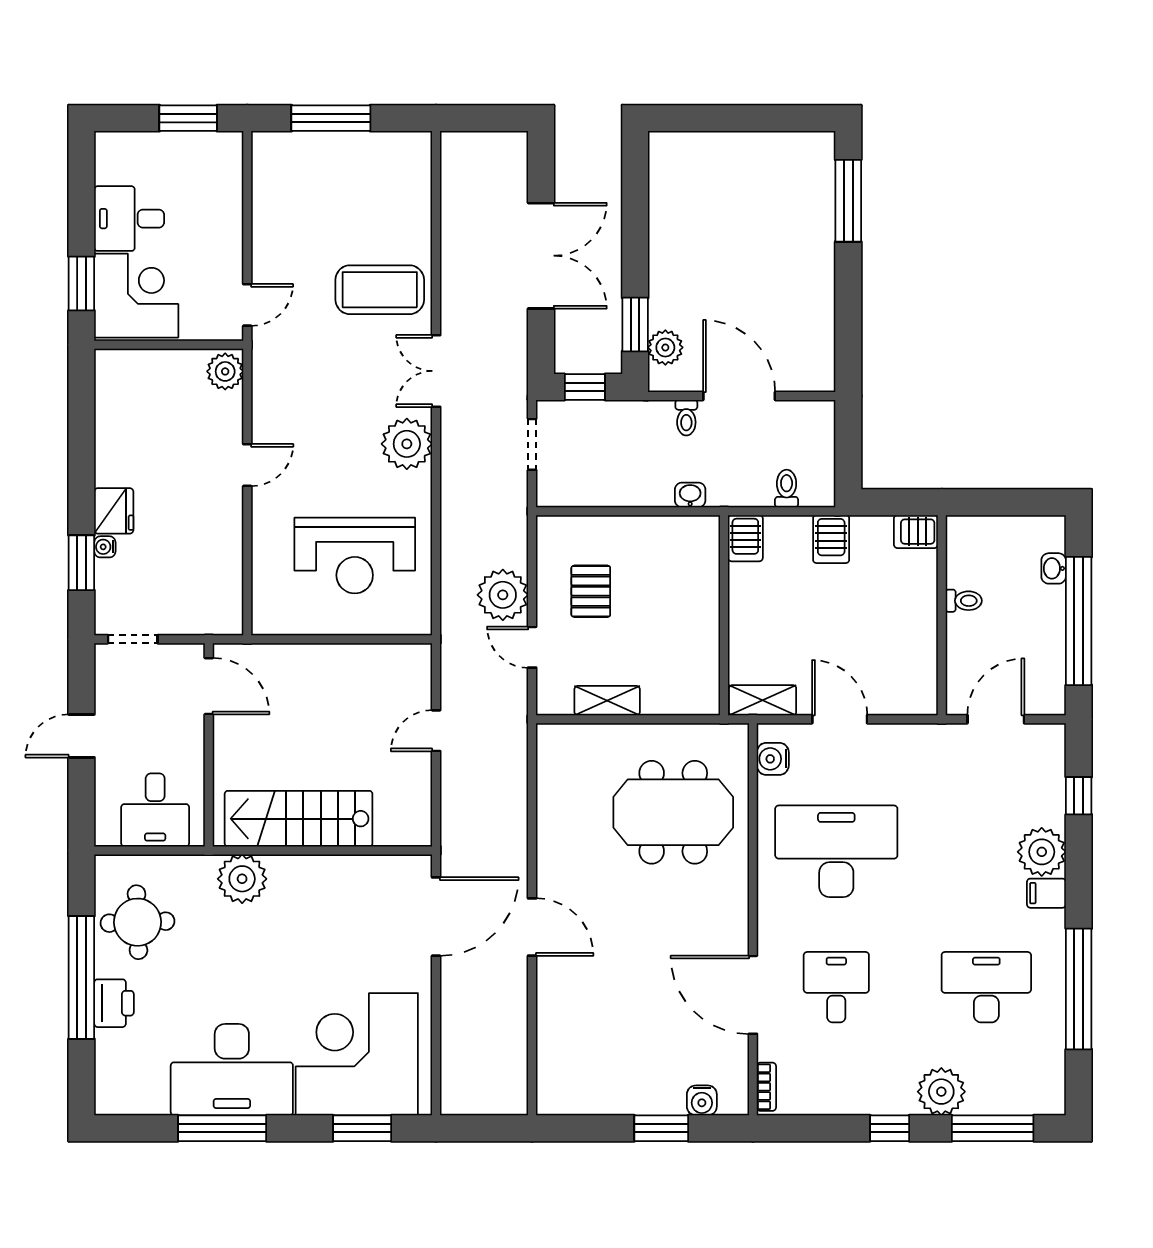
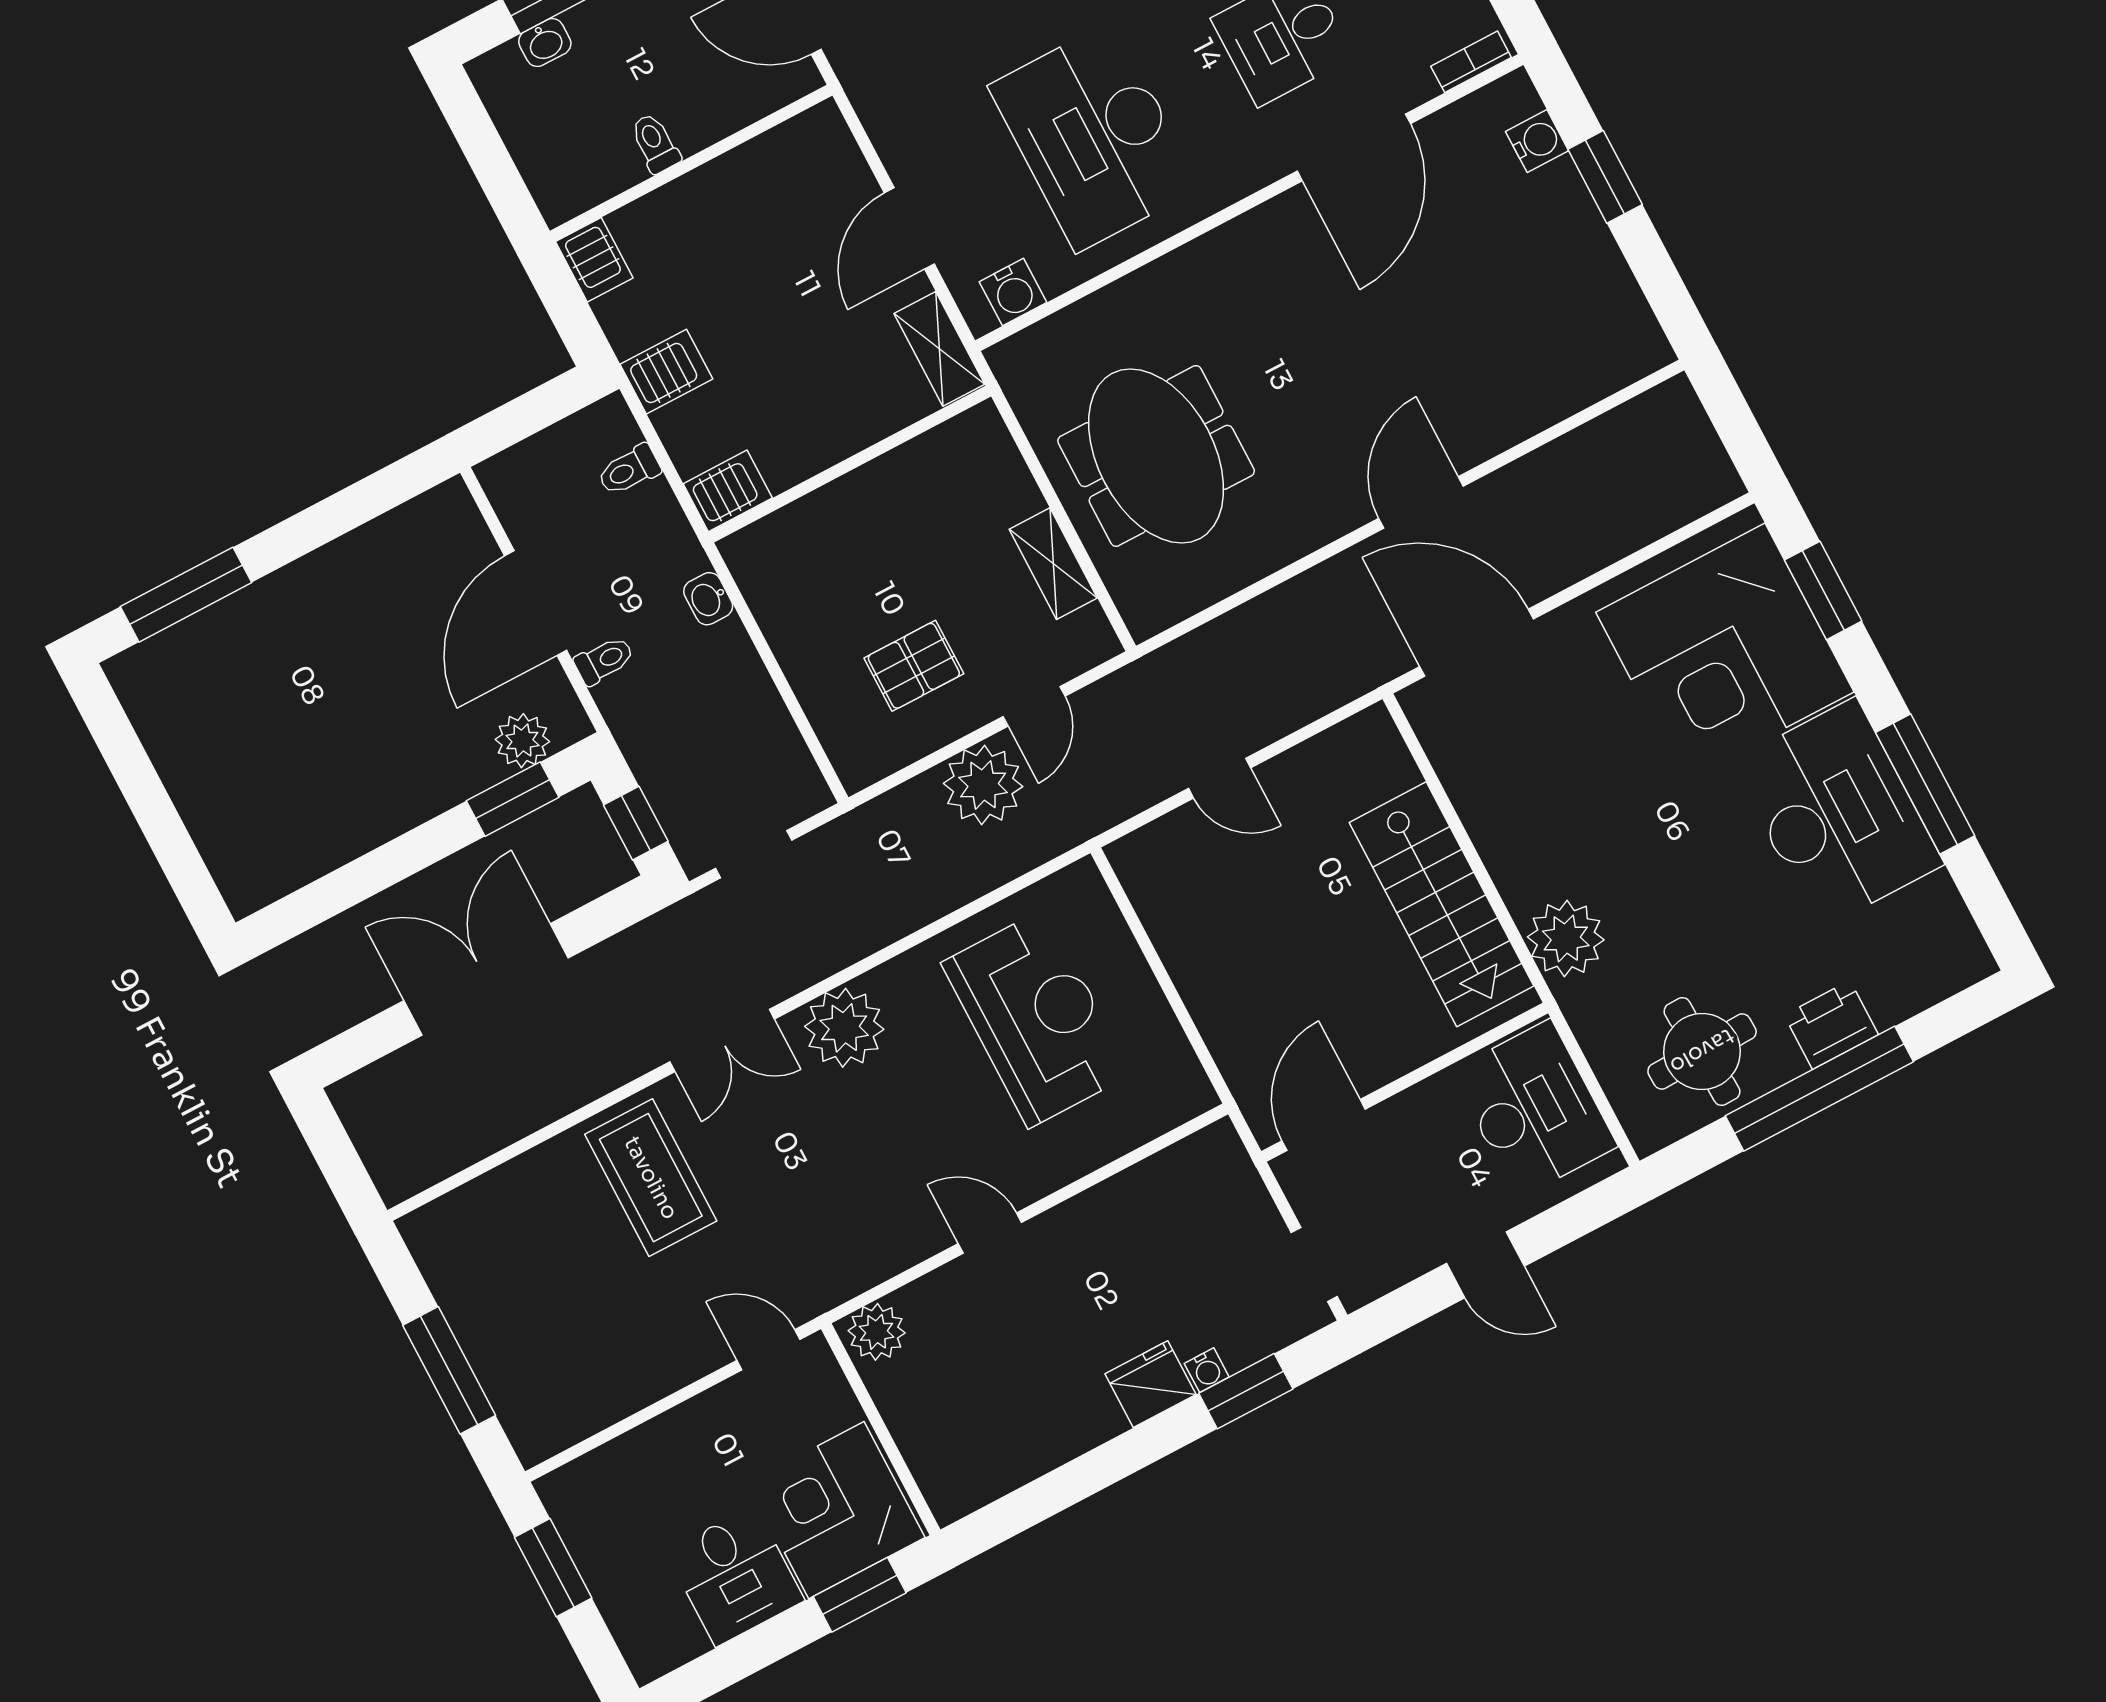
desk: (155, 810) -> (1534, 1109), width x1.37
meeting table: (673, 812) -> (1156, 456), moved

